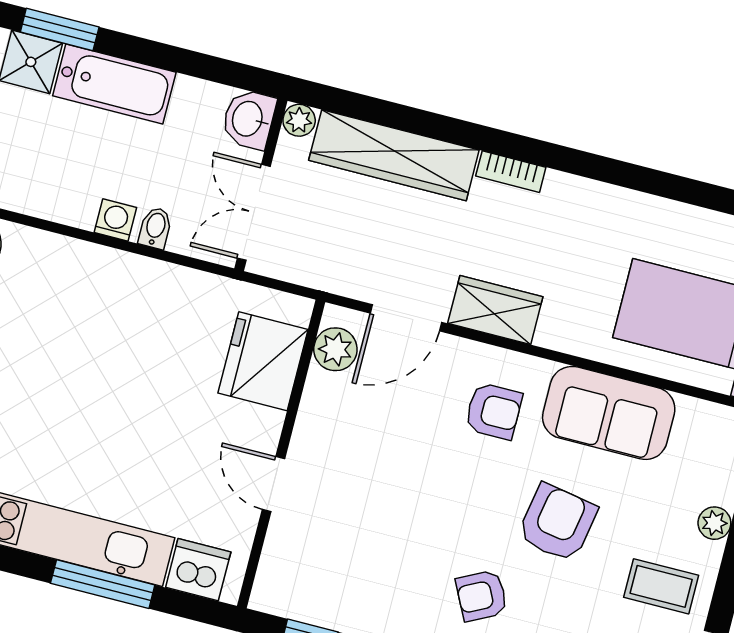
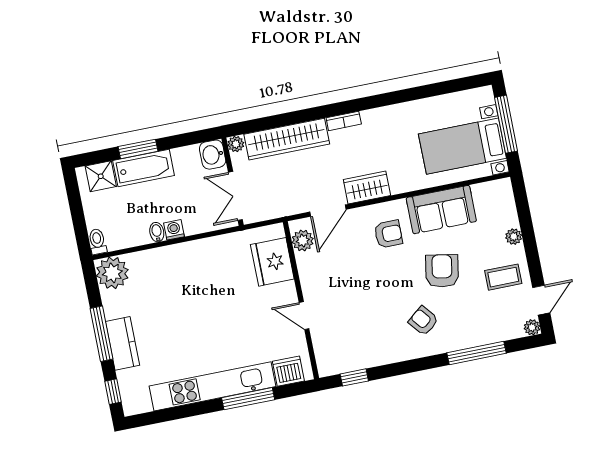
window: (60, 29) -> (138, 149), moved
bidet: (155, 228) -> (157, 232), moved
armchair: (482, 596) -> (423, 321), turned 78

